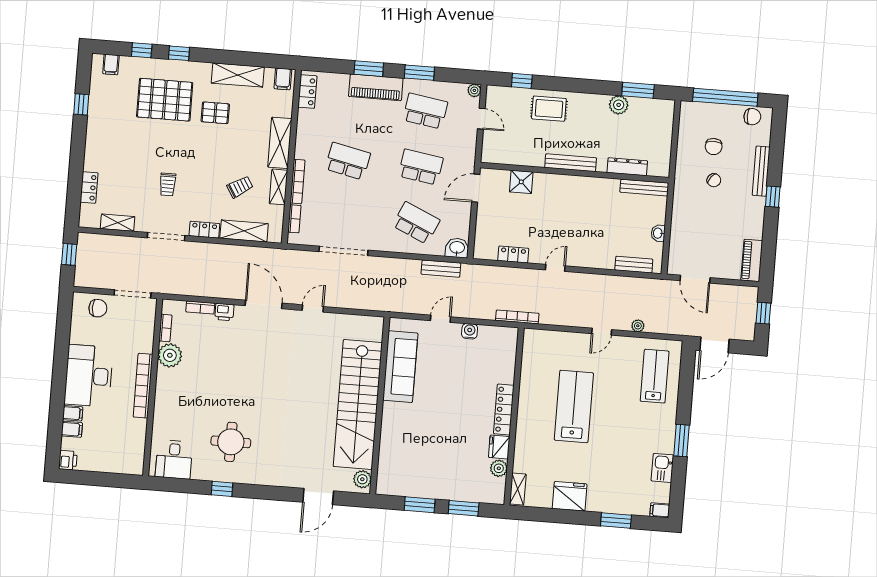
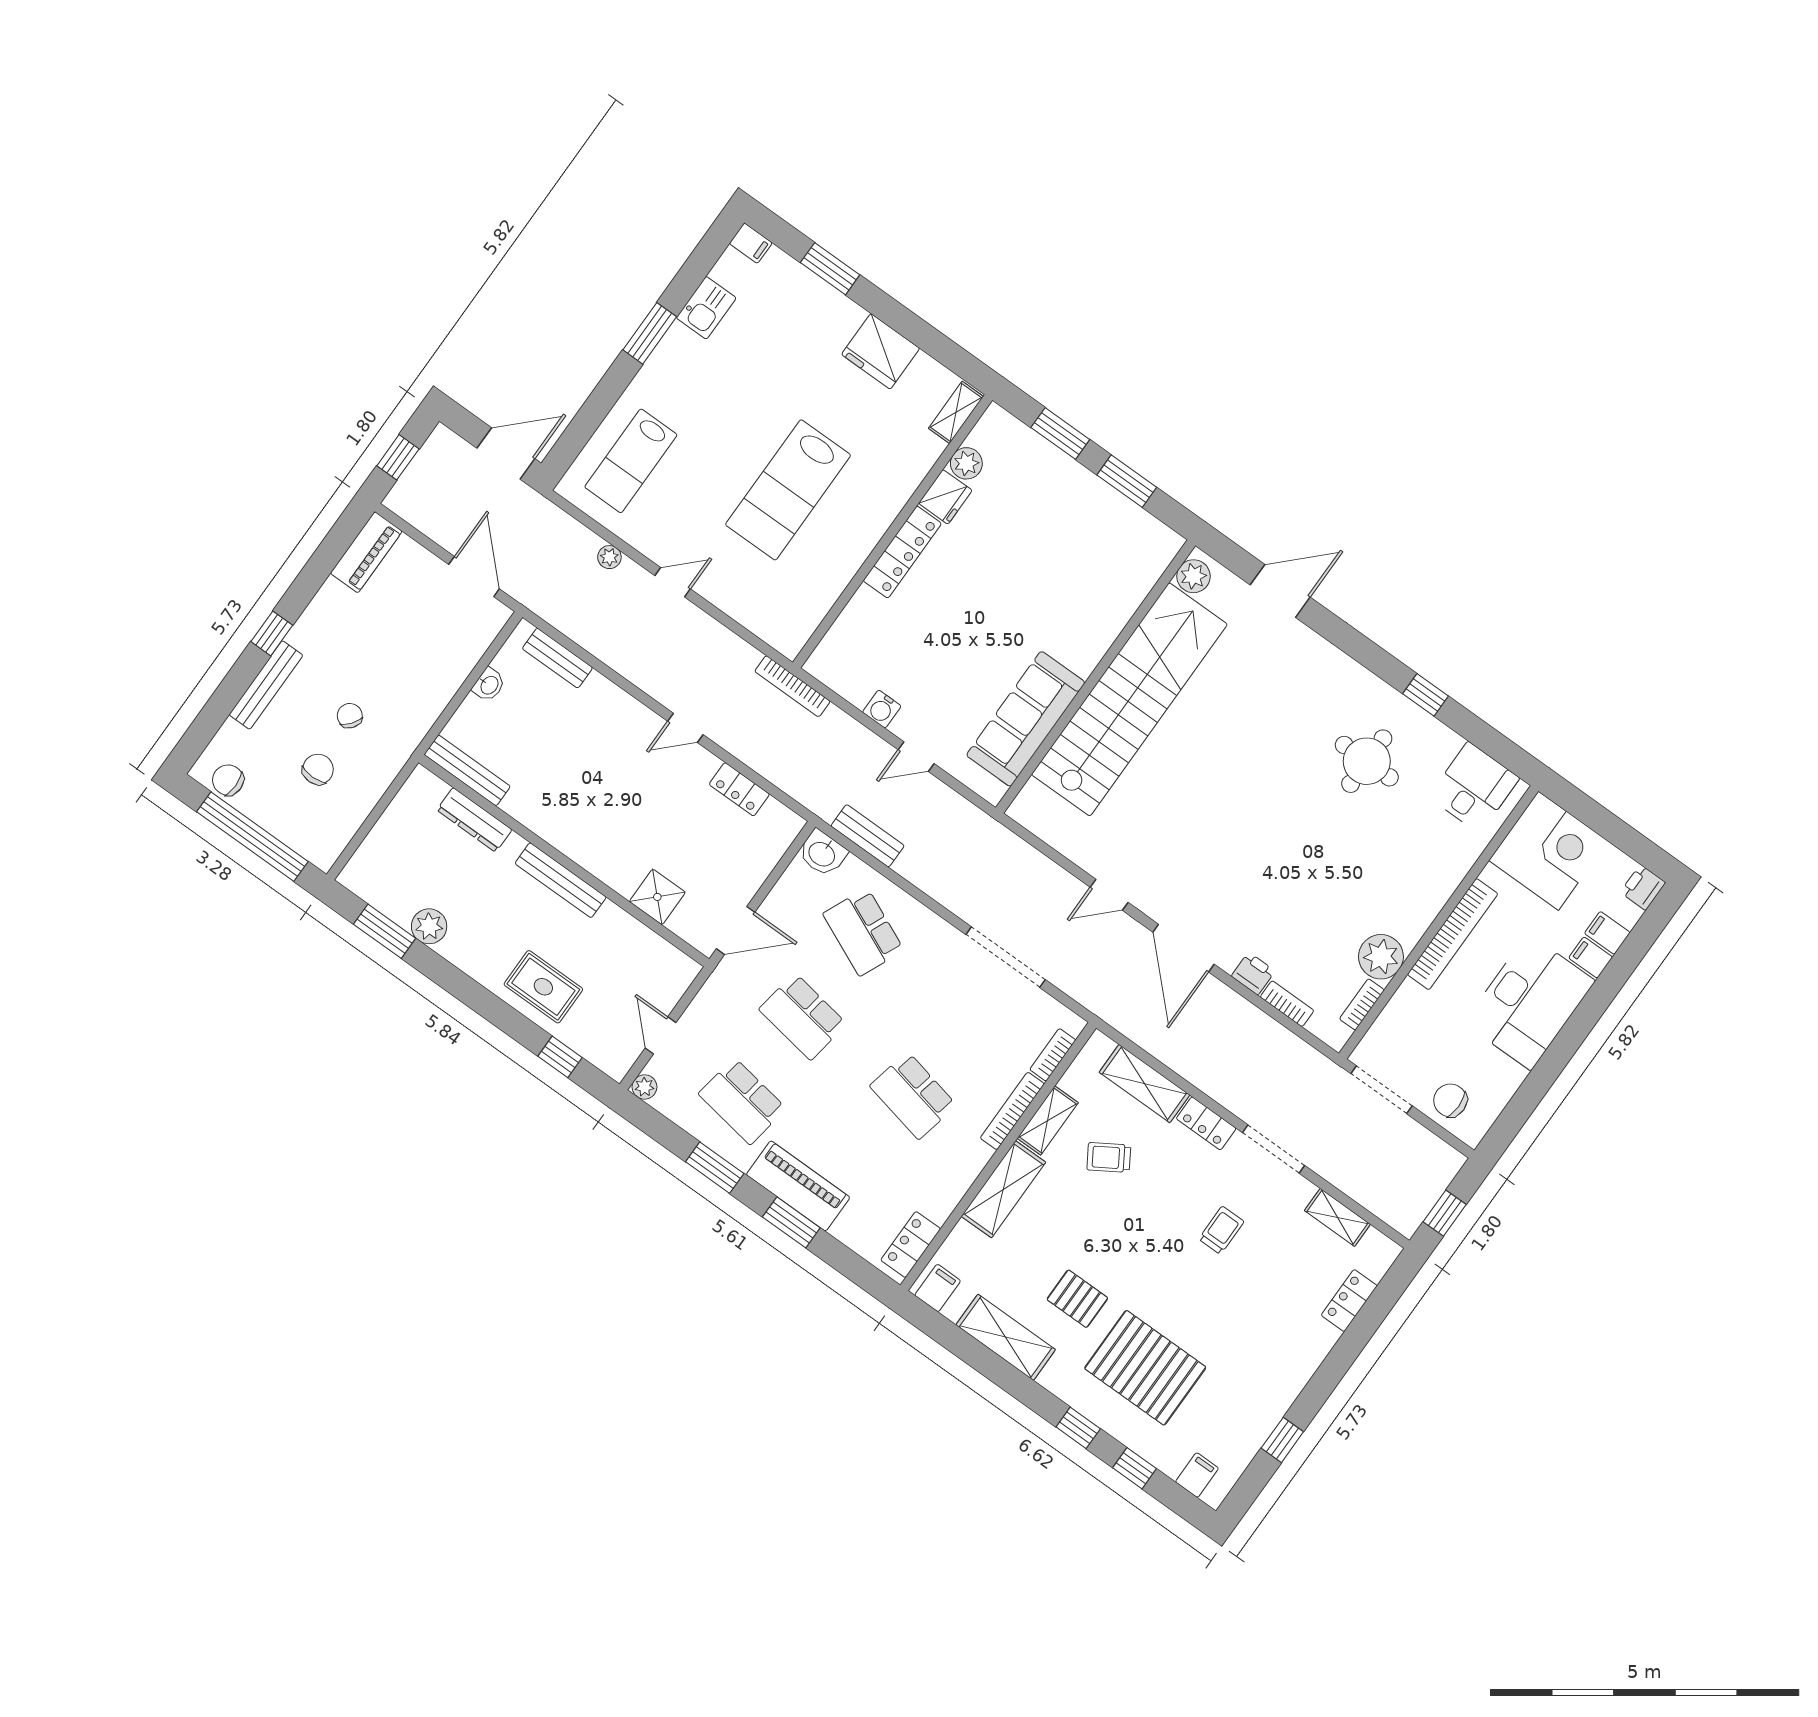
corner desk: (122, 451) -> (1548, 851), added

